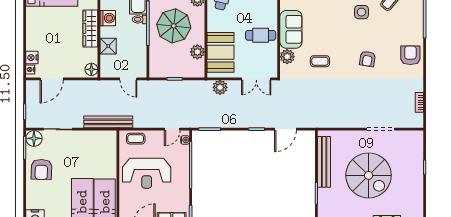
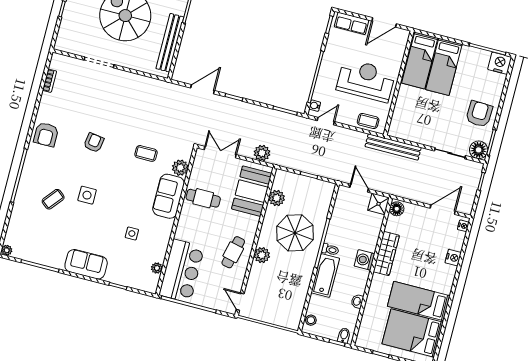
shower: (108, 46) -> (379, 204), moved
nightstand: (32, 58) -> (453, 258), moved

